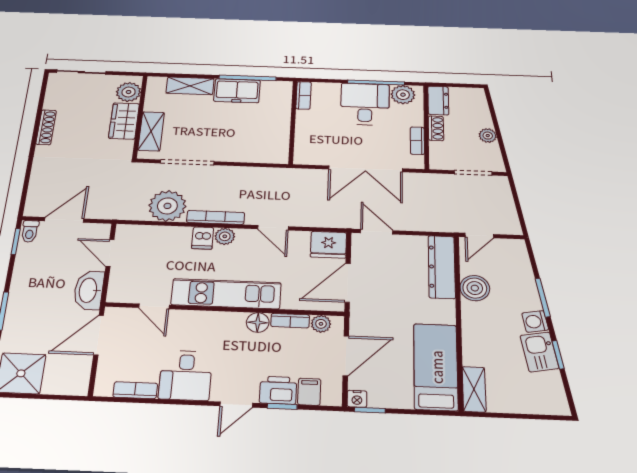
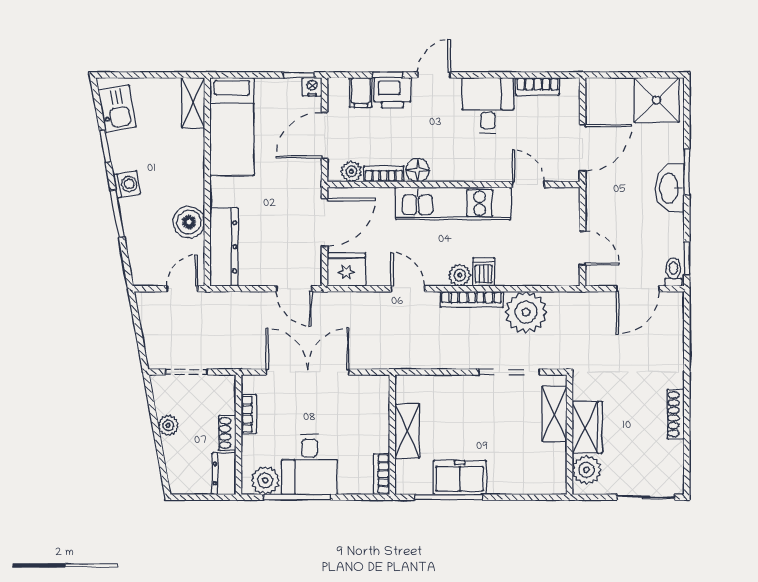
shelving: (190, 86) -> (407, 431), moved, turned 90
washbasin: (89, 290) -> (670, 188), moved, turned 180
kitchen sink: (539, 352) -> (117, 109), moved

